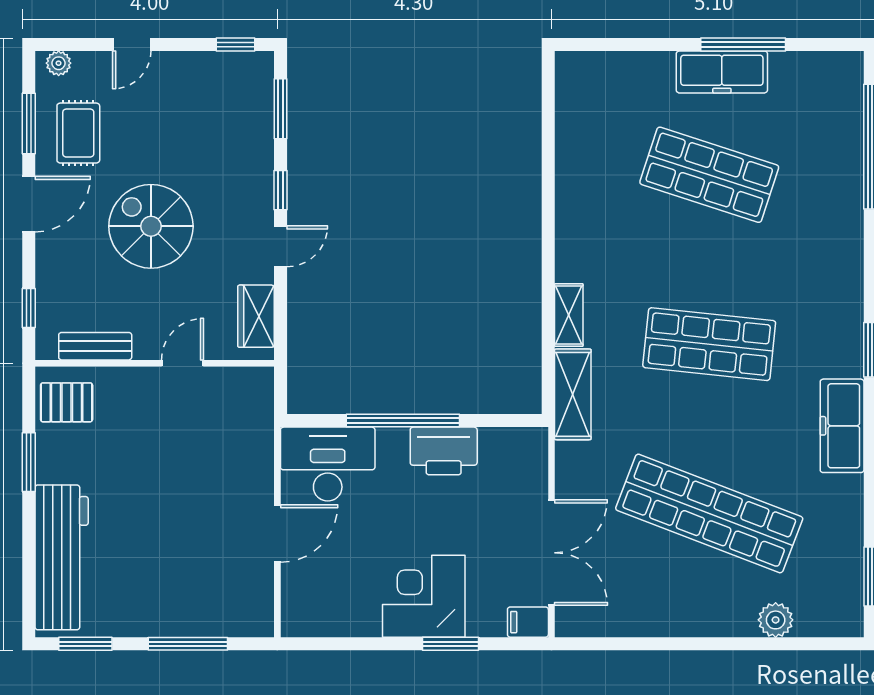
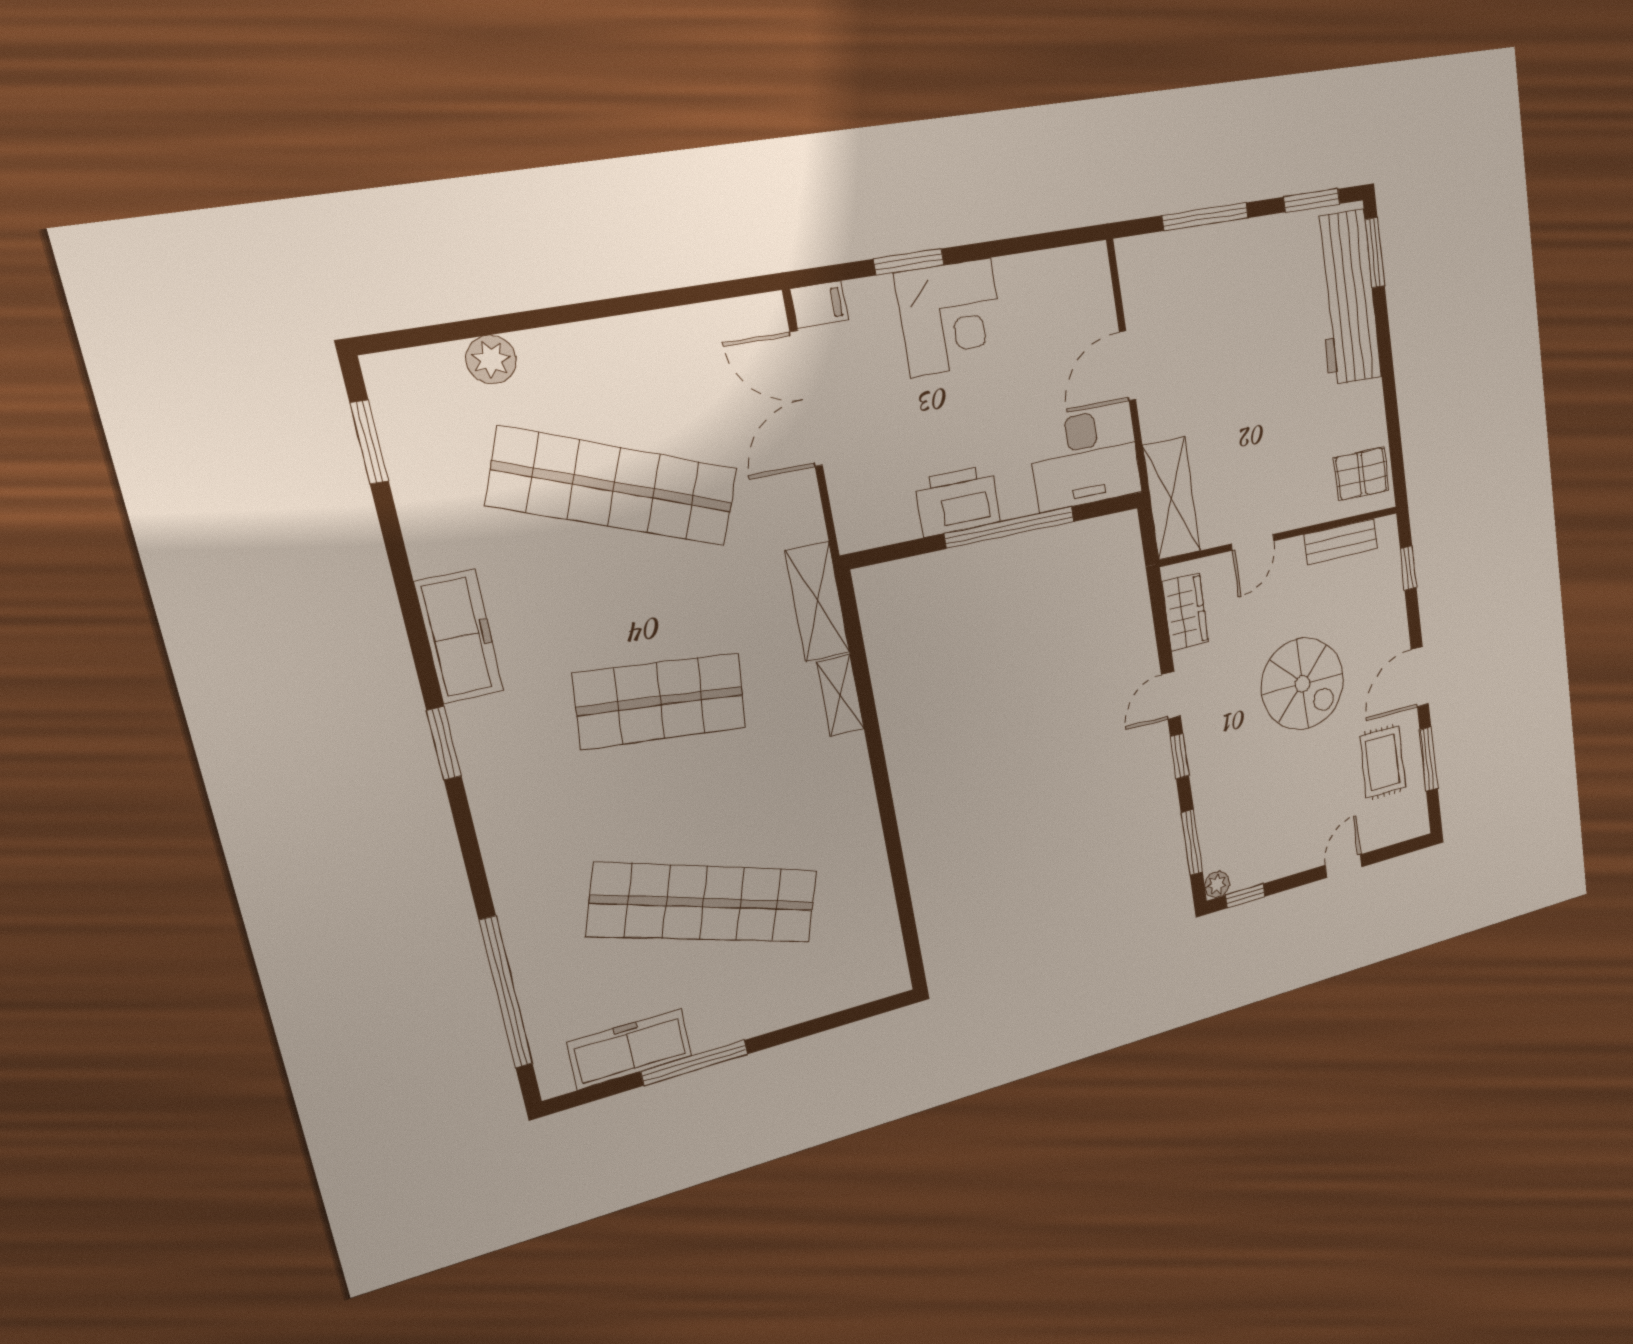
plant: (59, 63) -> (1217, 884), moved
freezer: (722, 72) -> (630, 1049), moved
shop shelf: (709, 175) -> (704, 903), width x1.40
shelving: (254, 416) -> (1171, 499), added
window: (29, 462) -> (1375, 253), moved

